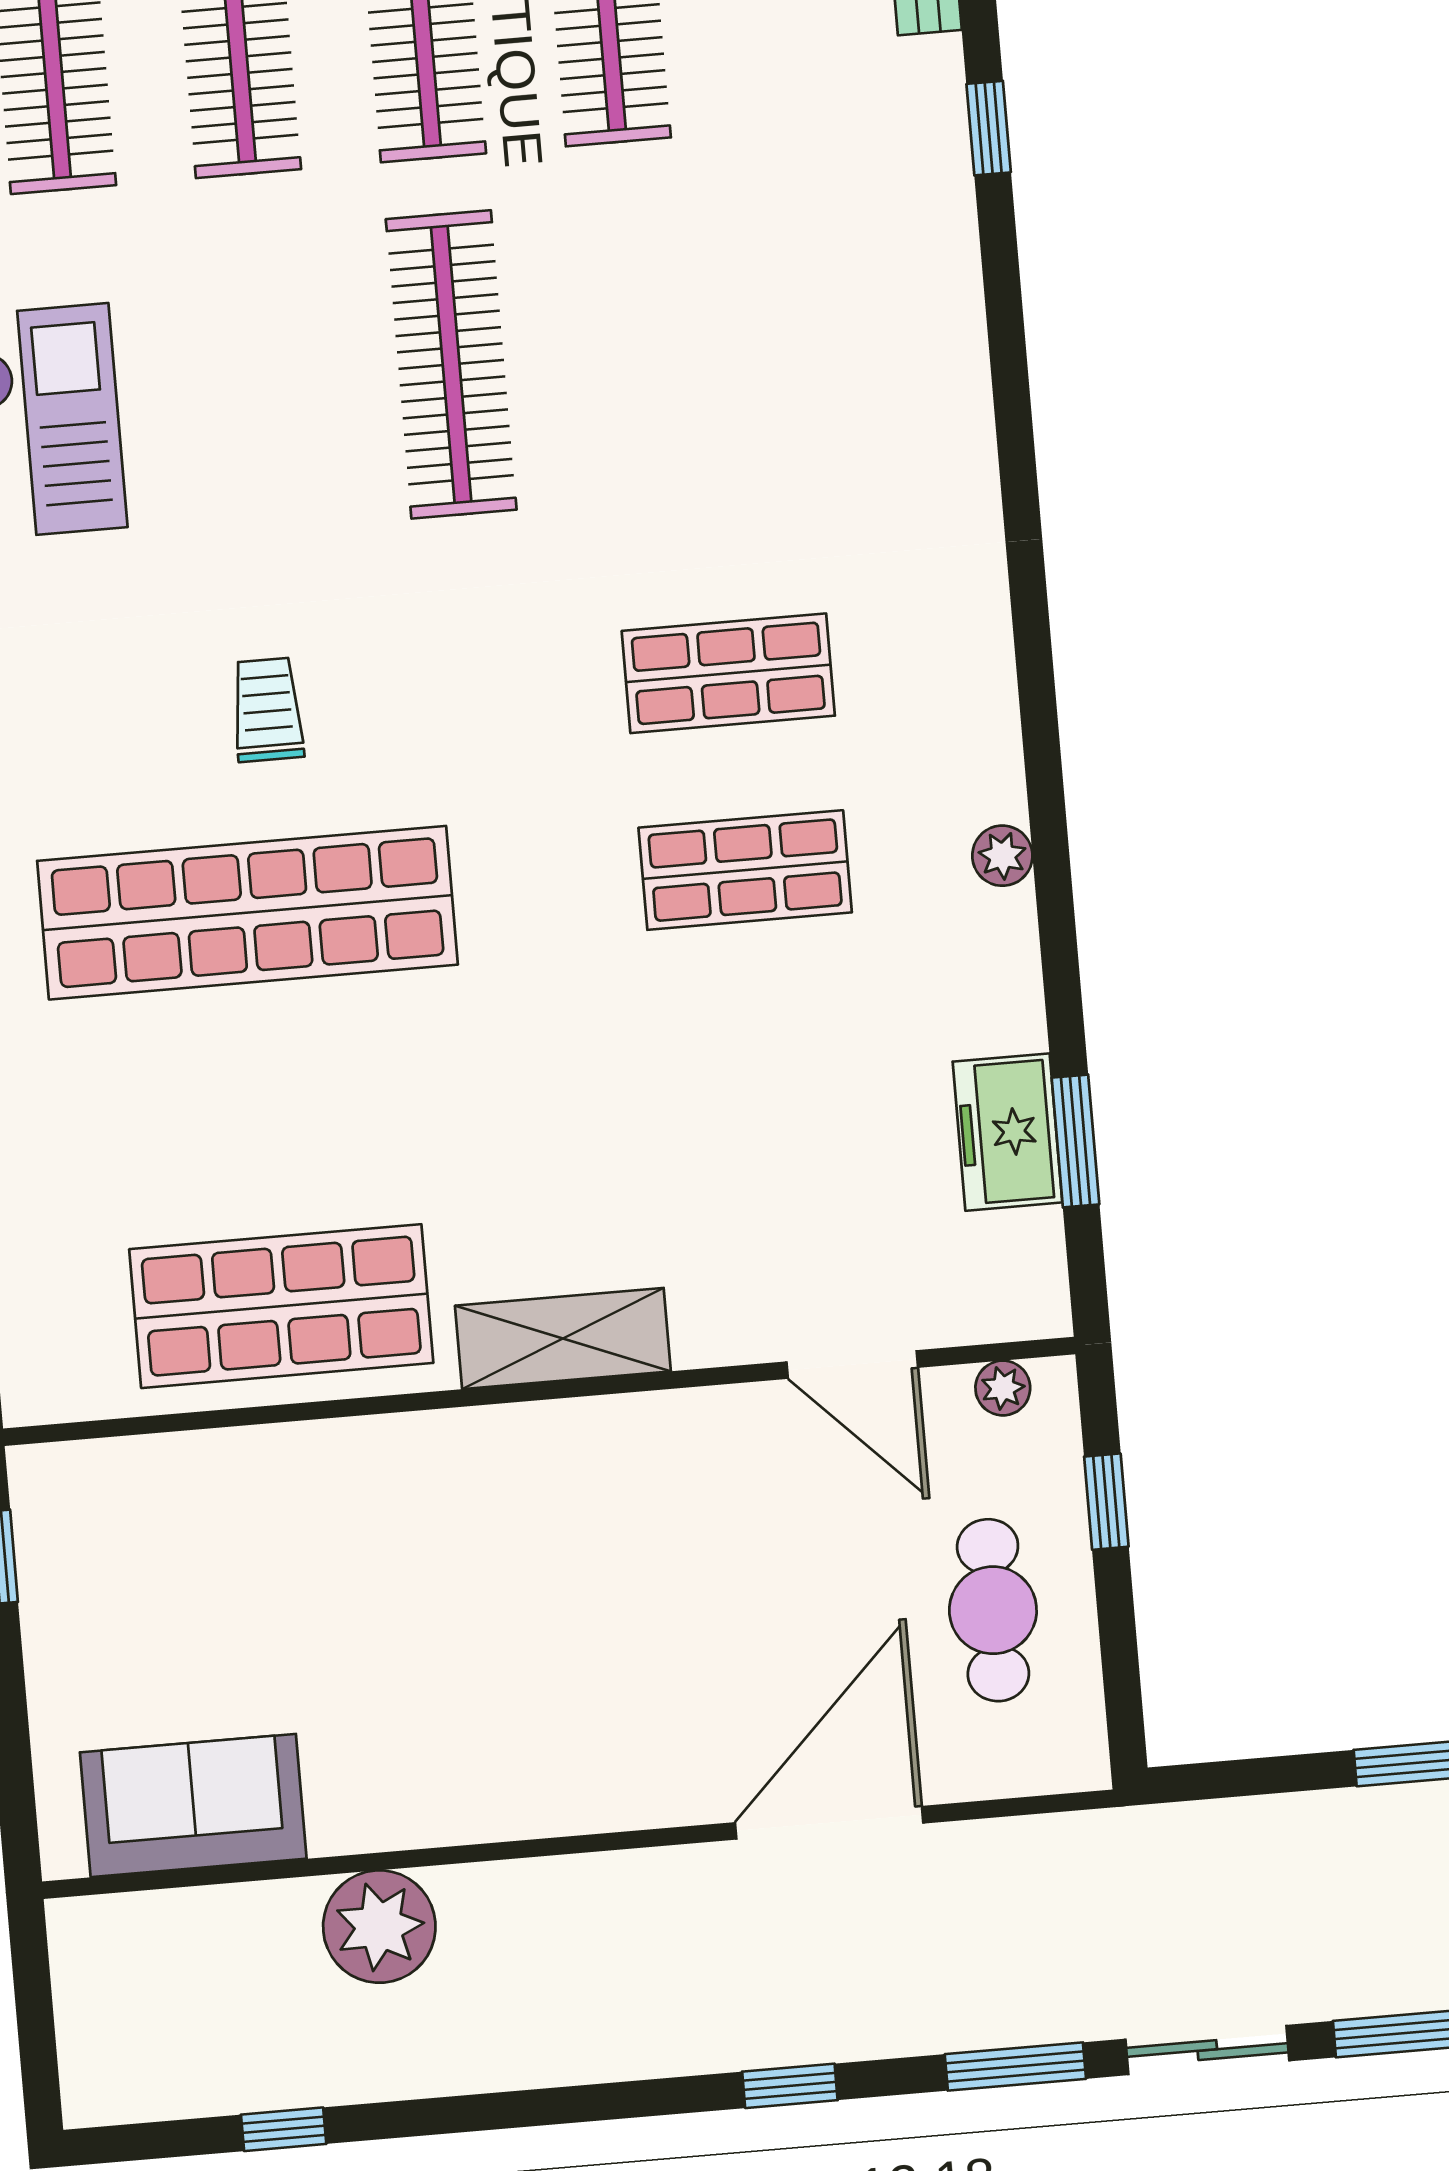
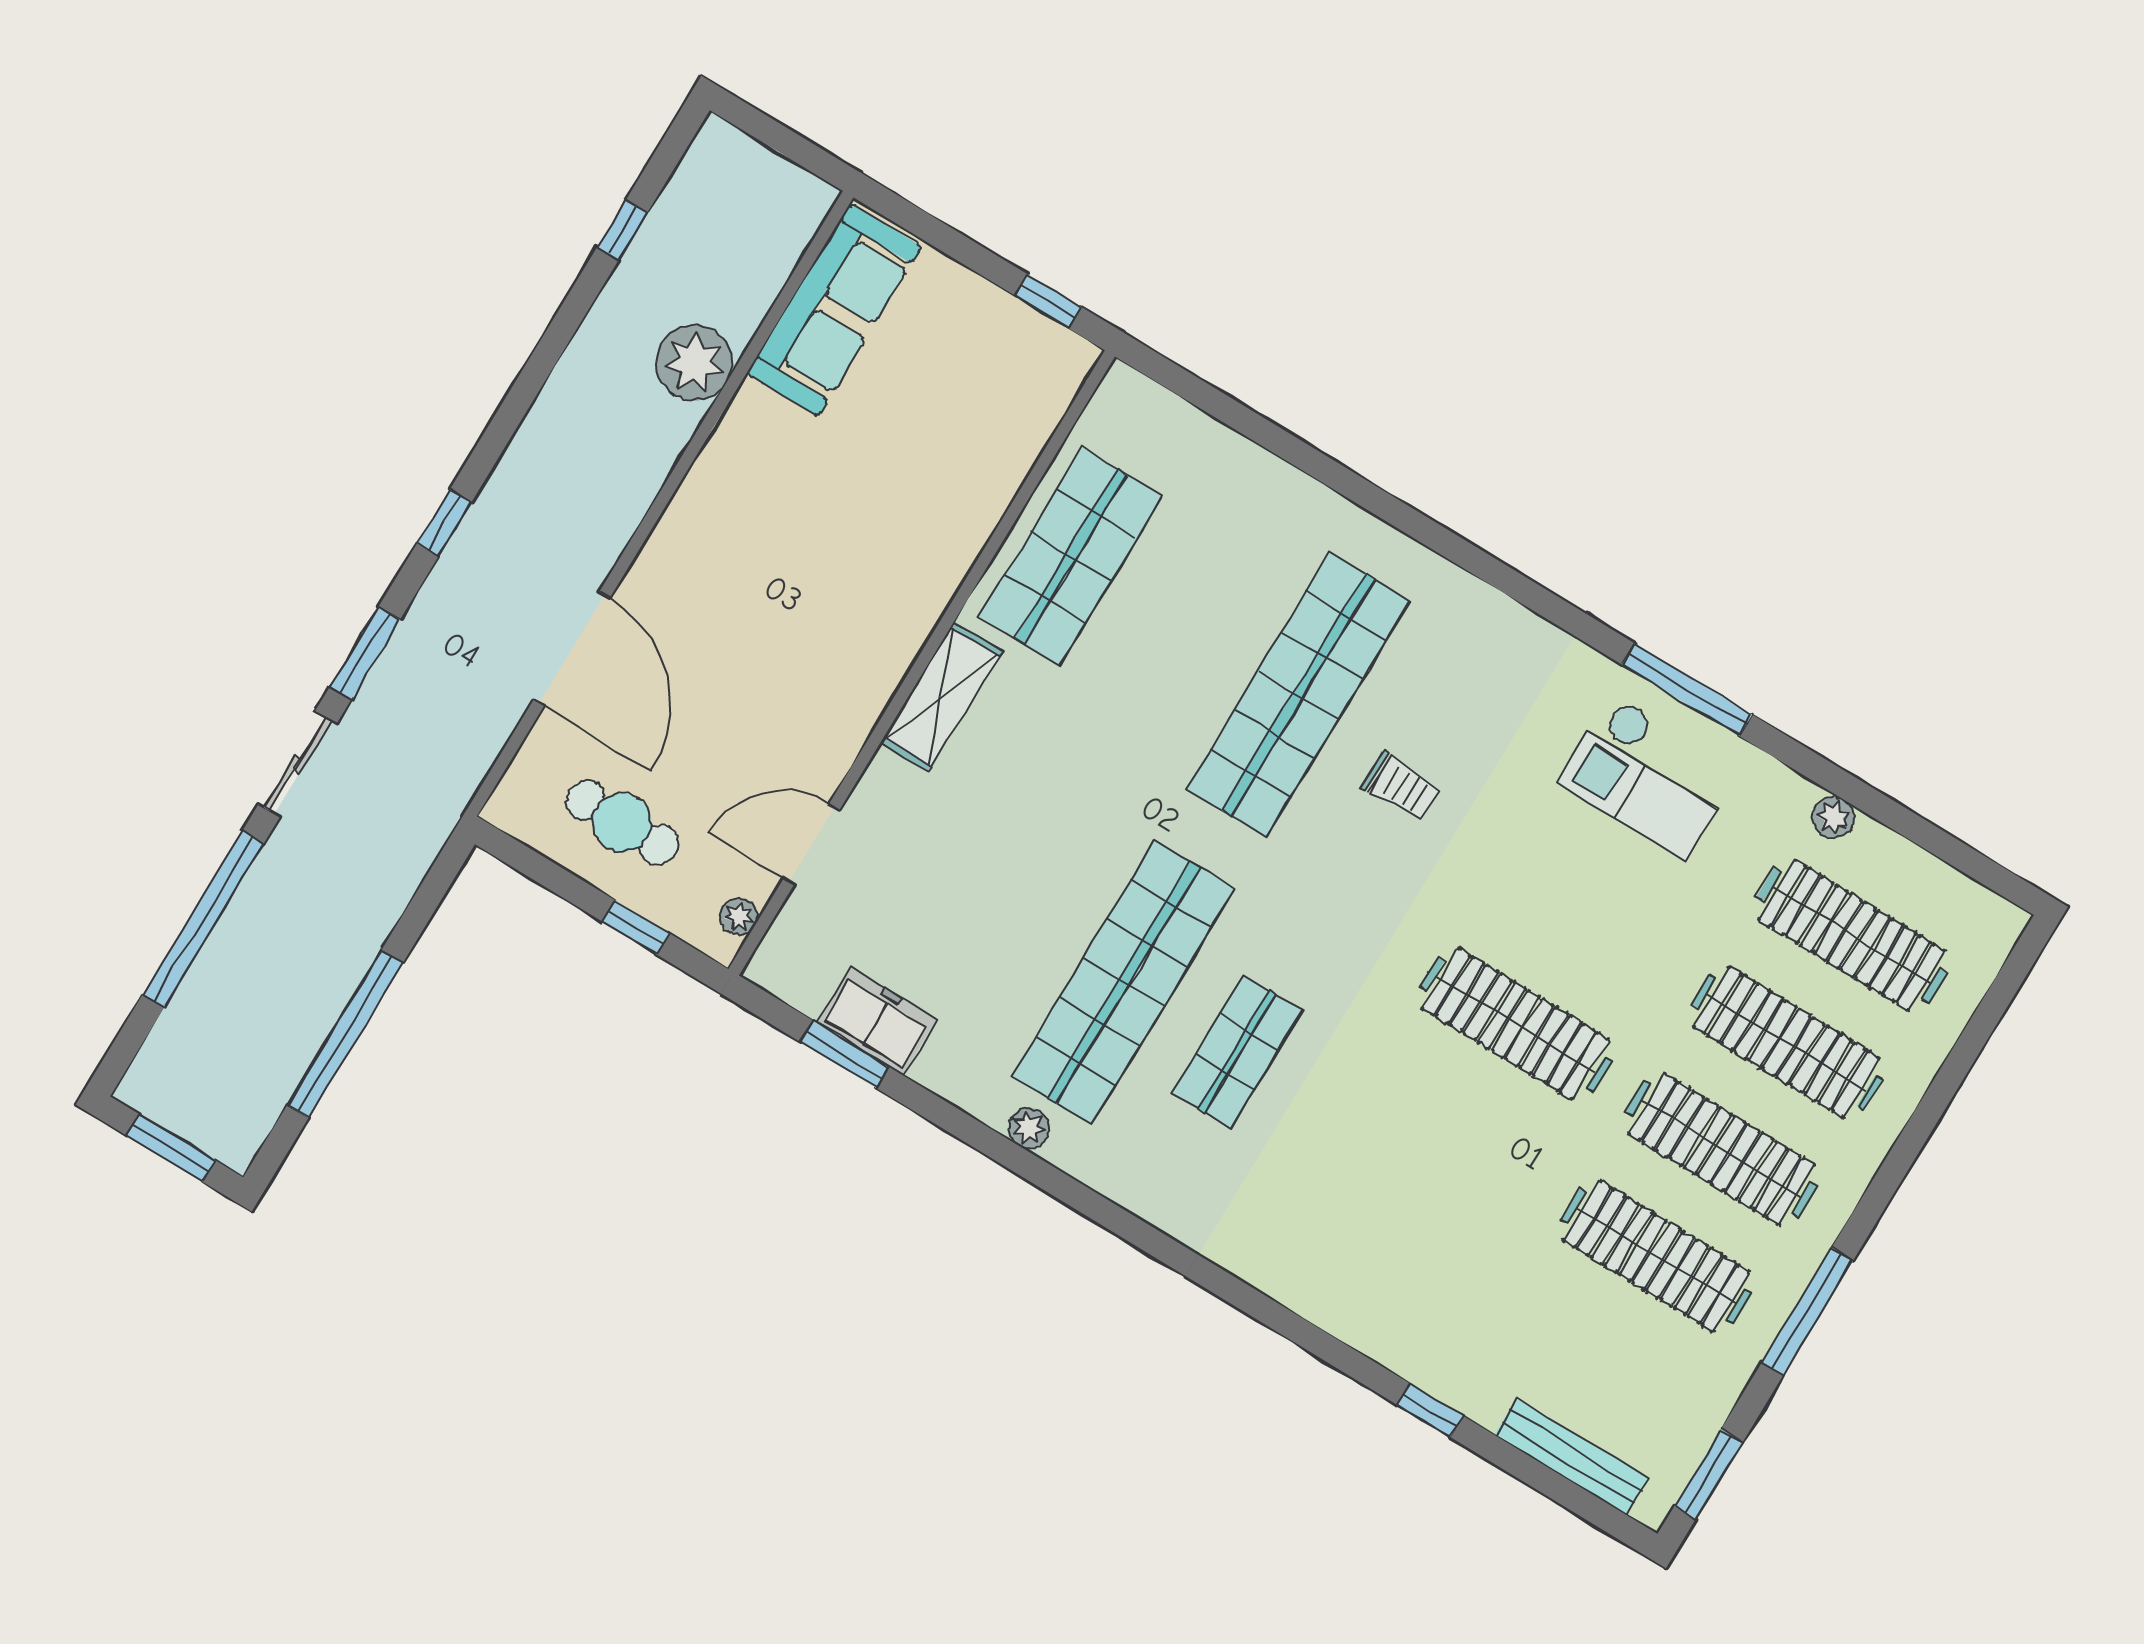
shop shelf: (745, 870) -> (1123, 982), width x2.00, depth x1.36
sofa: (193, 1806) -> (834, 310), width x1.36

